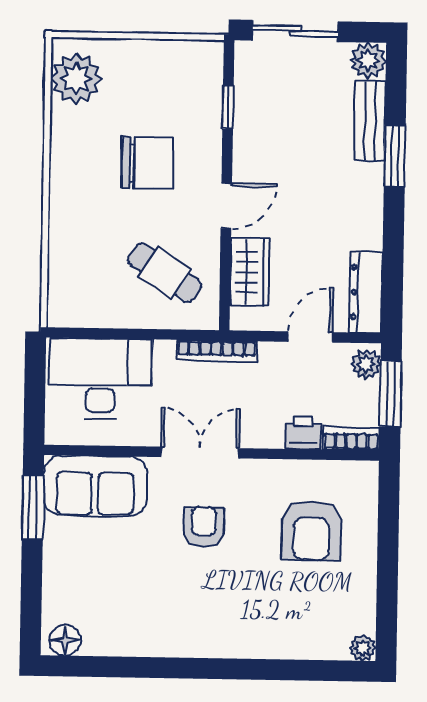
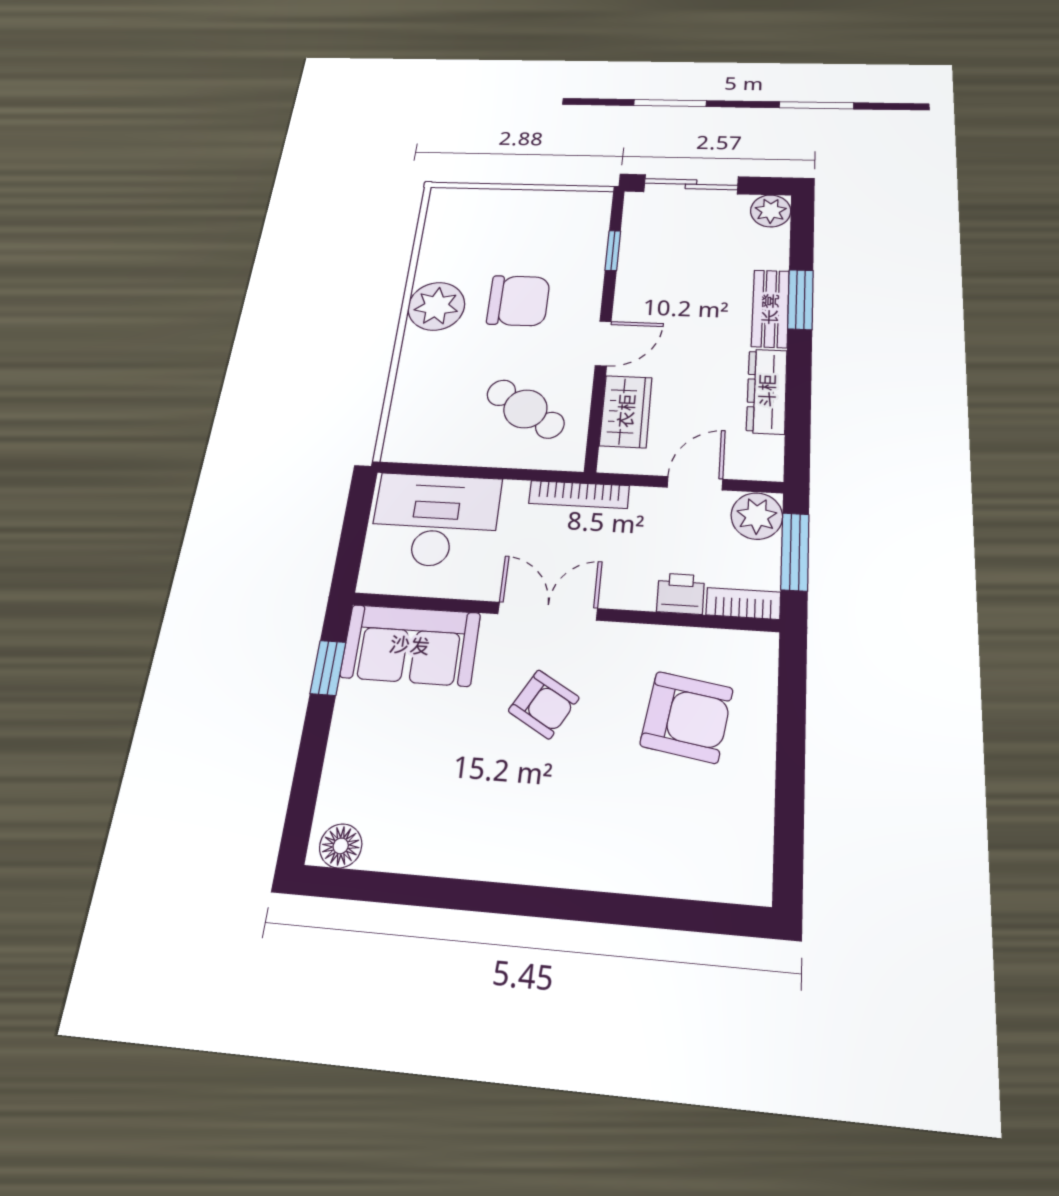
plant: (76, 79) -> (436, 306), moved
bench: (370, 121) -> (770, 309), moved
dresser: (366, 292) -> (767, 391), moved
plant: (366, 364) -> (757, 516), width x1.38, depth x1.38
window: (33, 507) -> (328, 668), width x0.67
armchair: (204, 527) -> (544, 704), turned 120
armchair: (311, 530) -> (687, 717), turned -81
plant: (363, 648) -> (754, 886), removed

